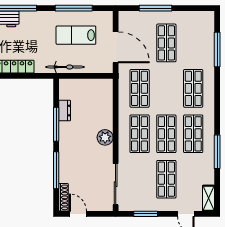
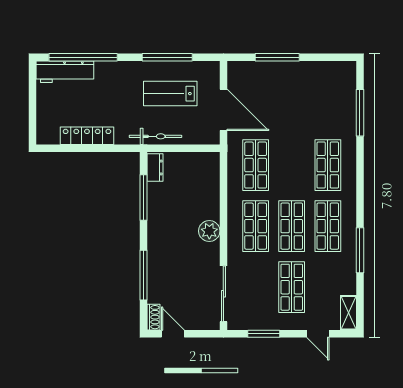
shop shelf: (166, 43) -> (292, 104), removed
dresser: (65, 111) -> (155, 168), moved
window: (56, 124) -> (143, 197), moved
shoe rack: (63, 197) -> (153, 317), width x0.70

